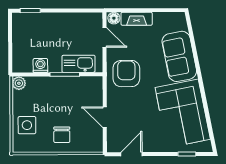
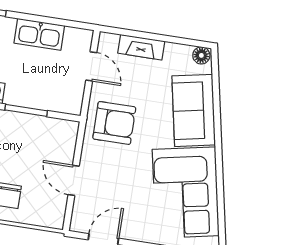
floor lamp: (114, 18) -> (201, 55), moved
kitchen sink: (78, 64) -> (39, 34), moved, turned 180
armchair: (126, 74) -> (114, 123), turned 90

